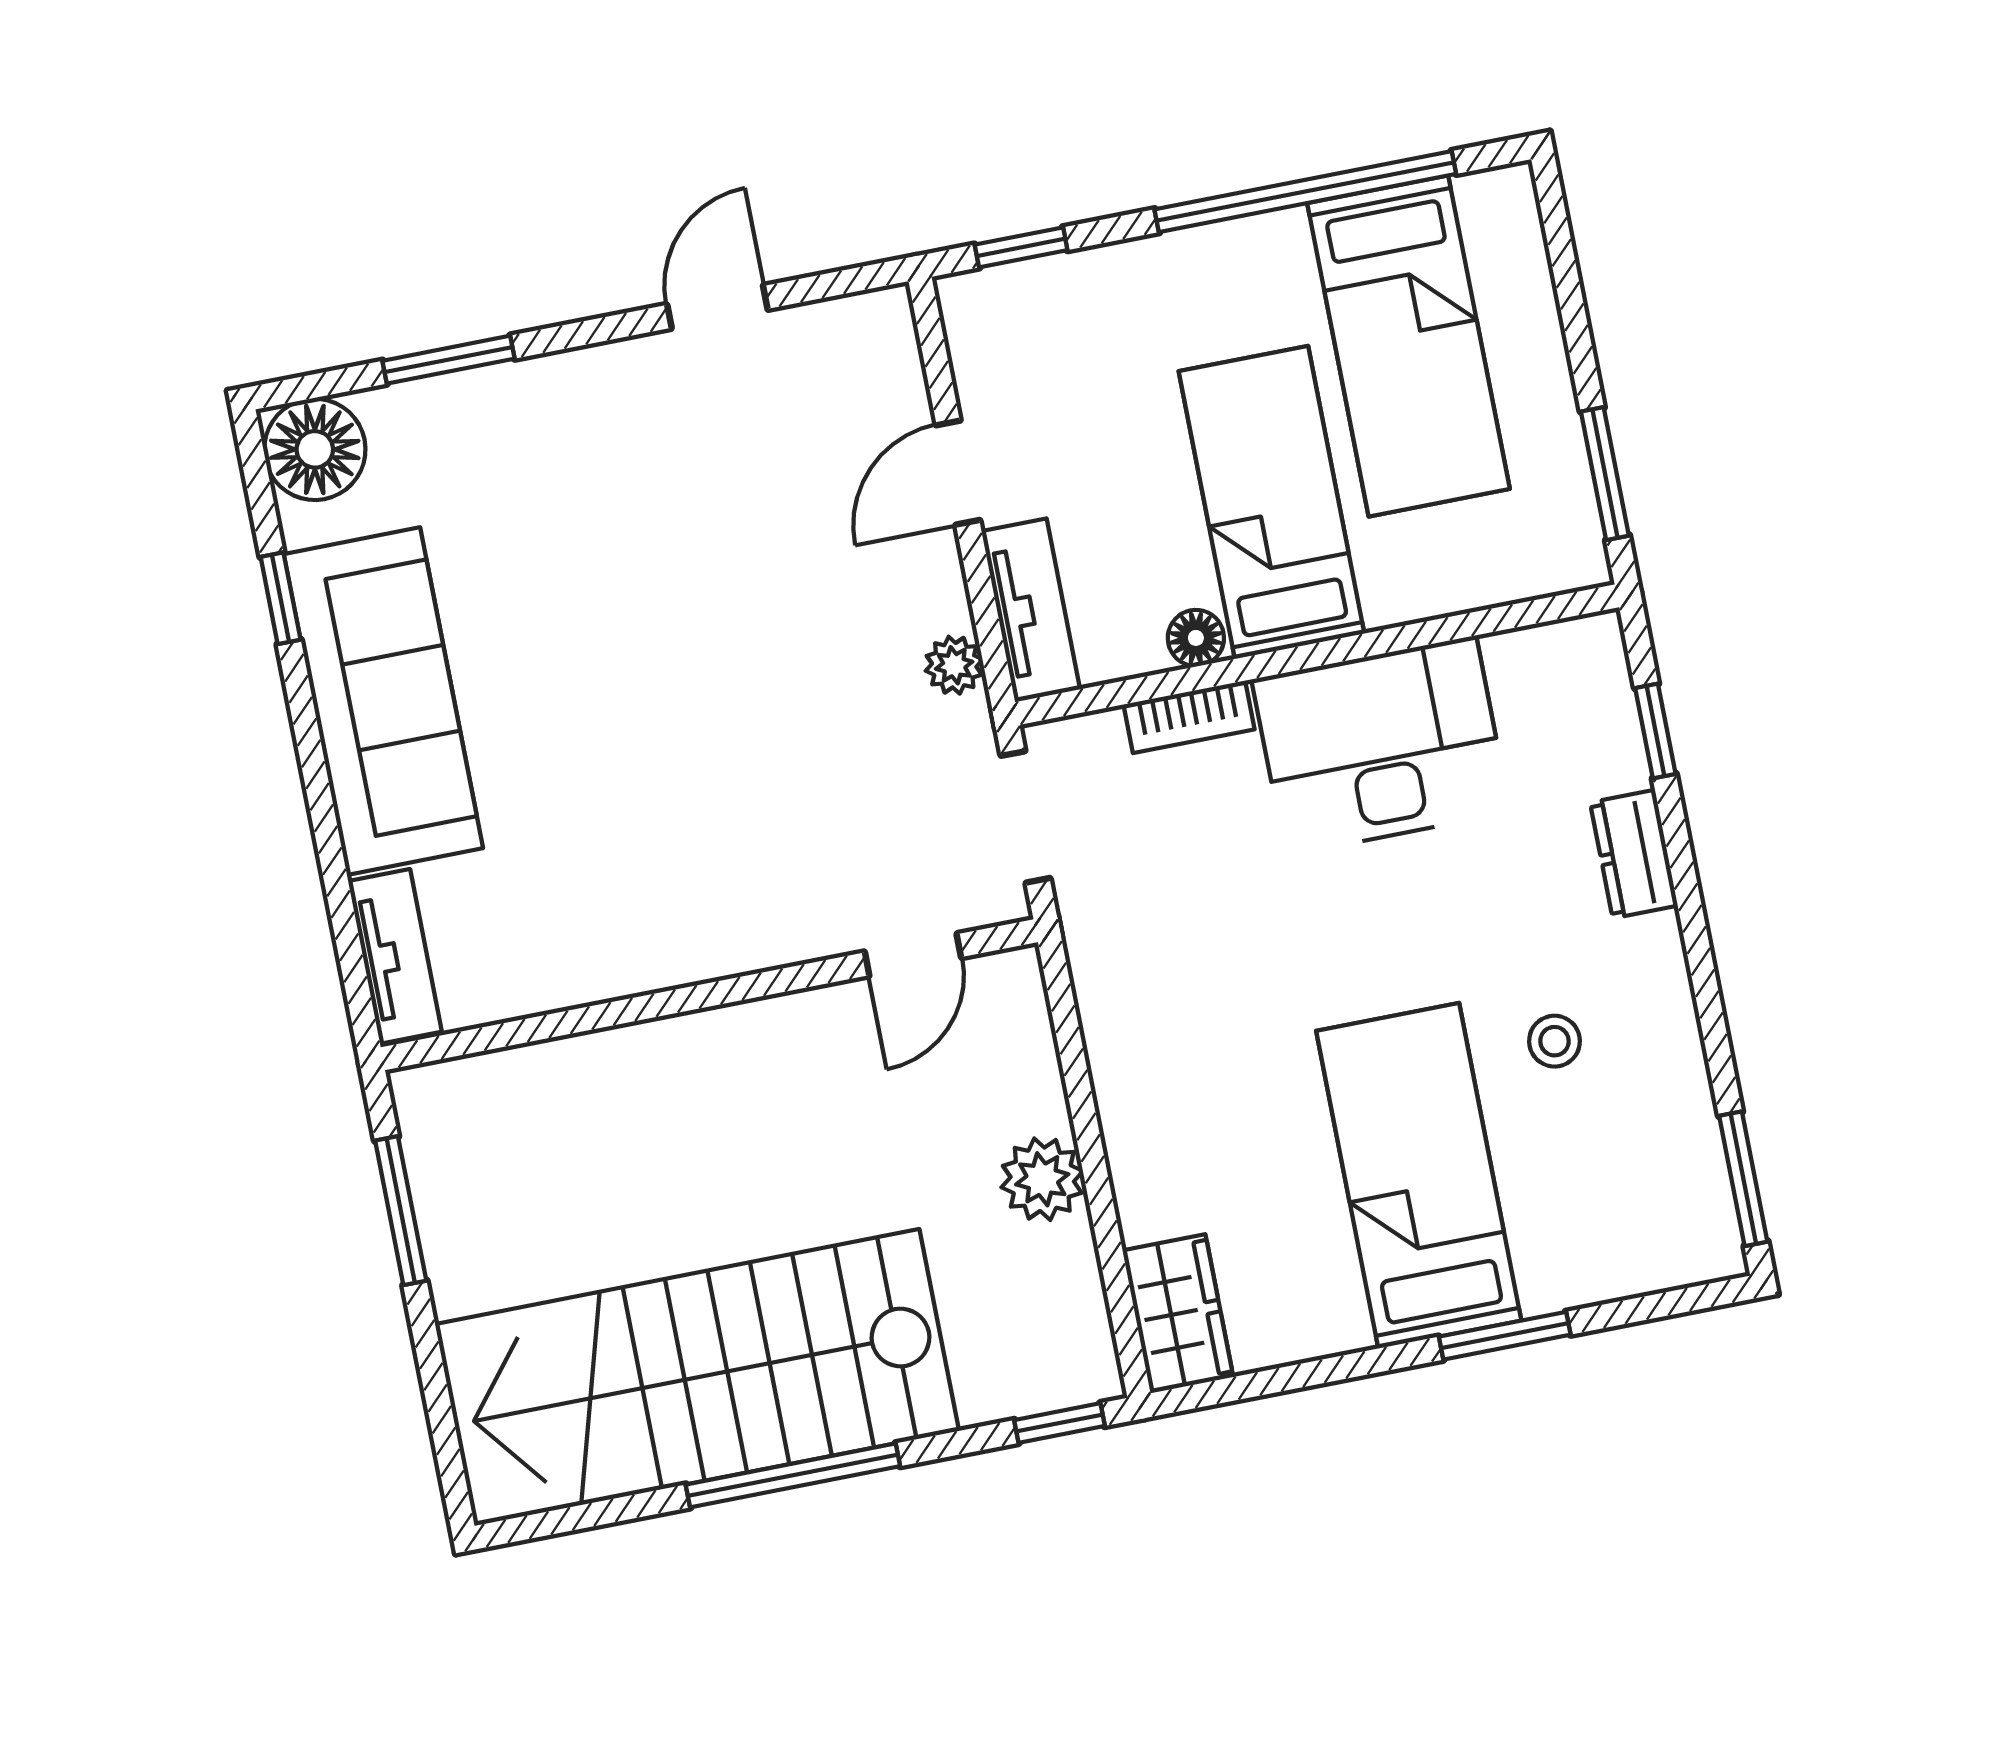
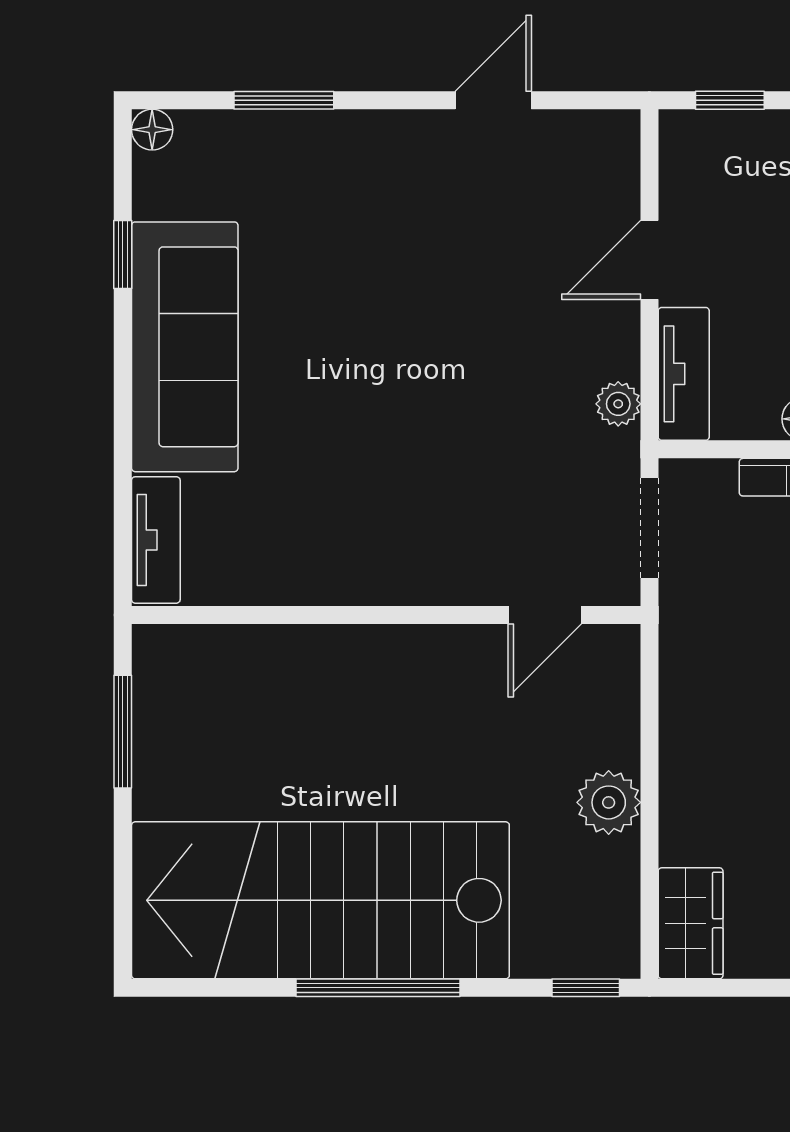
floor lamp: (315, 449) -> (152, 130), width x0.53, depth x0.53

